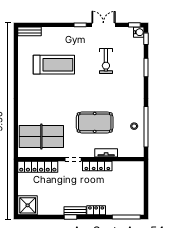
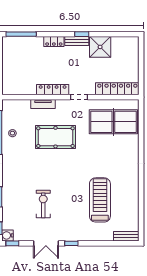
treadmill: (54, 65) -> (100, 200), turned 90
shower: (28, 205) -> (100, 47), moved

